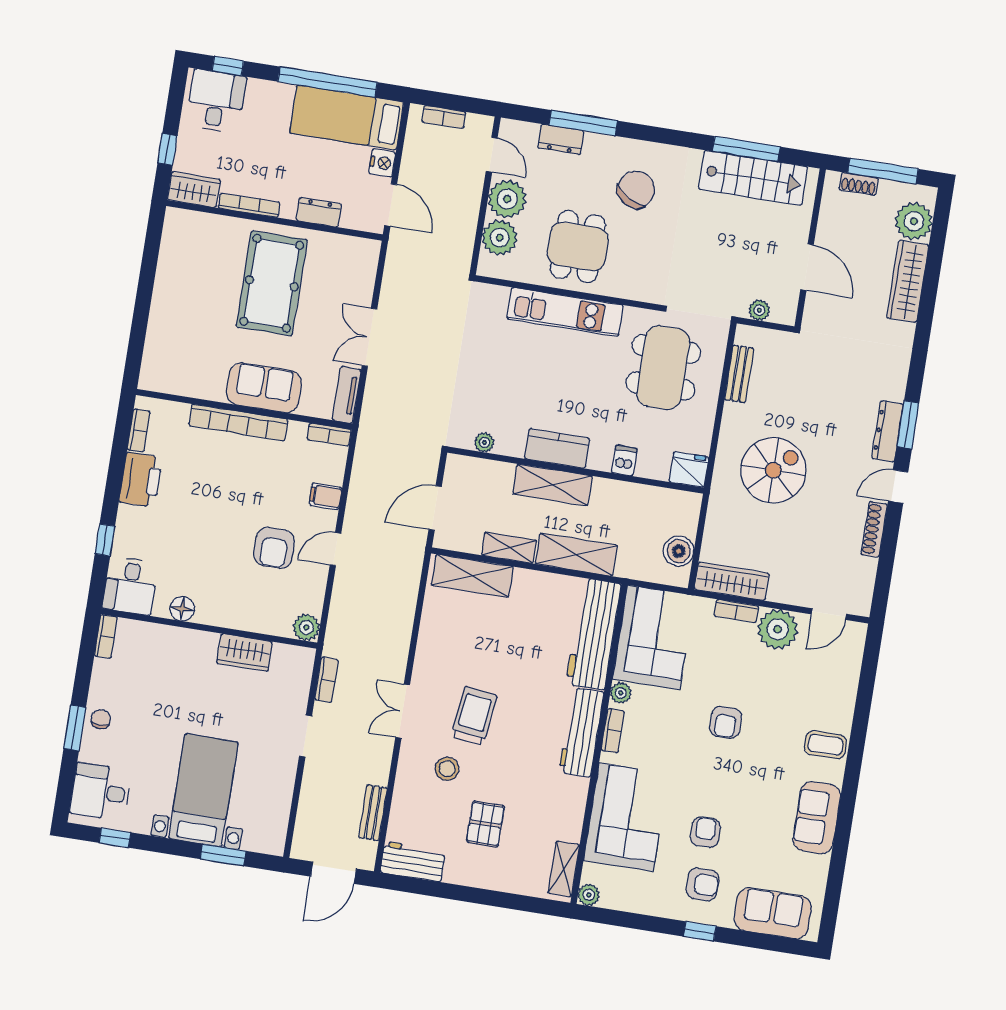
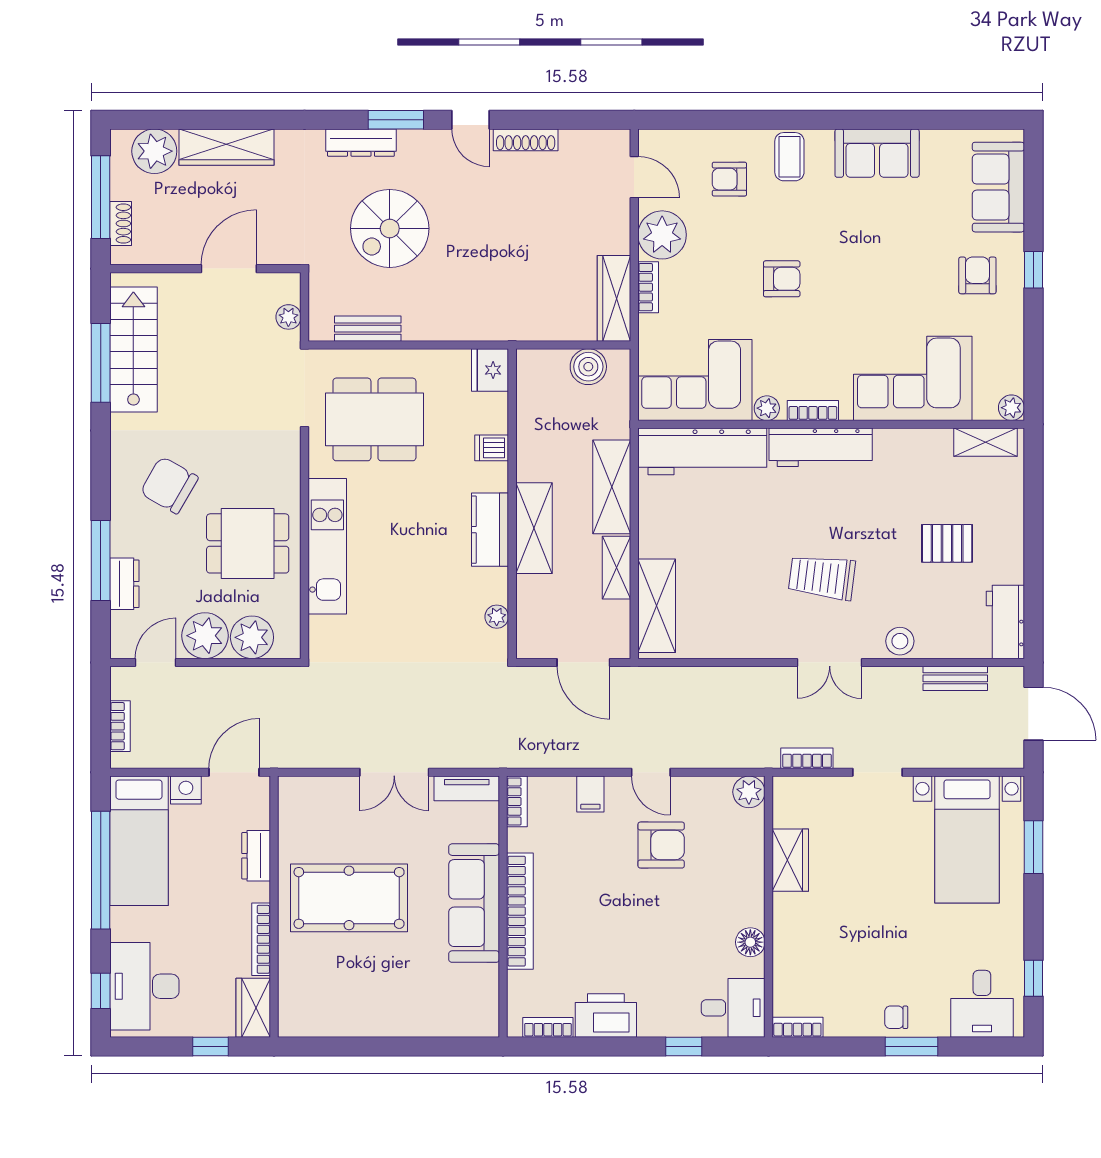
desk: (216, 101) -> (144, 986), width x1.37
sofa: (264, 388) -> (474, 903), width x1.36
dresser: (888, 431) -> (361, 143), moved
spiral stairs: (773, 470) -> (390, 228), moved, turned -90
stool: (447, 769) -> (900, 641), moved
bed with nightstands: (203, 790) -> (967, 840), moved, turned -90
armchair: (705, 832) -> (729, 179), moved

